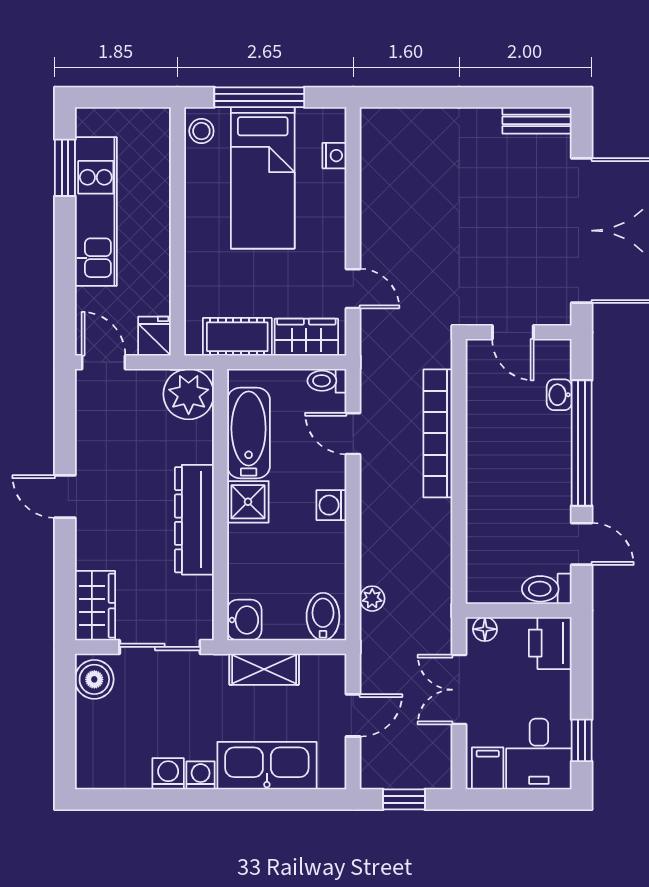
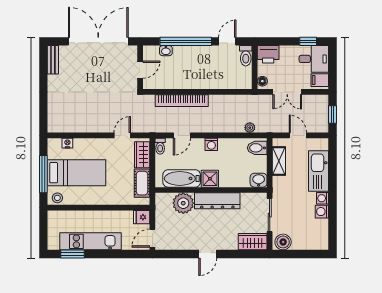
plant: (189, 394) -> (183, 203), moved
shelving: (264, 669) -> (279, 161), moved

